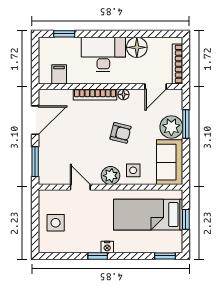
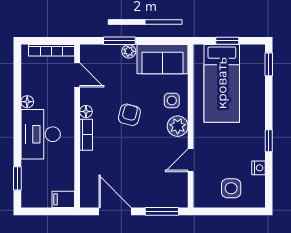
floor lamp: (137, 47) -> (27, 102), width x0.53, depth x0.53
filing cabinet: (59, 74) -> (63, 199), moved
bookcase: (95, 95) -> (86, 135), width x0.64
plant: (171, 127) -> (129, 51), width x0.53, depth x0.53
nightstand: (107, 247) -> (258, 168), moved

